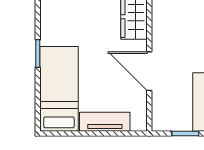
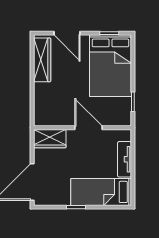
door: (149, 71) -> (89, 128), swing flipped

